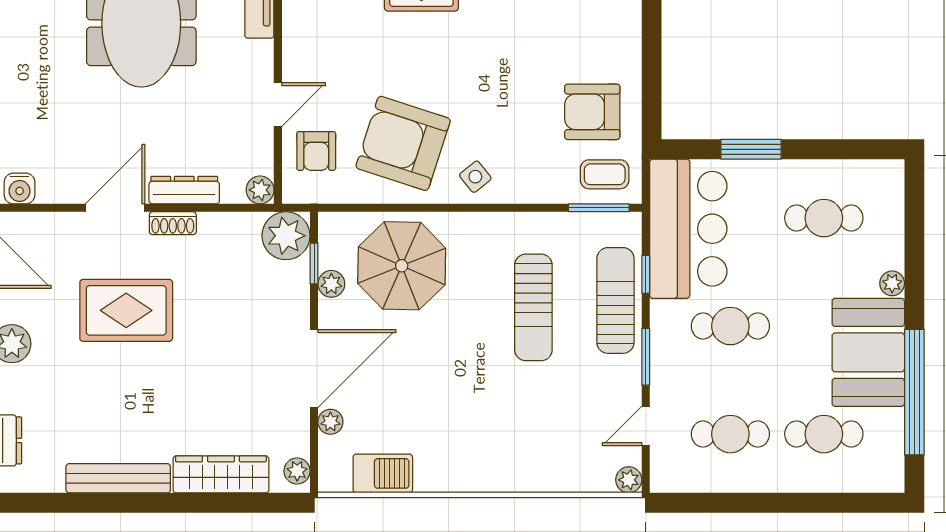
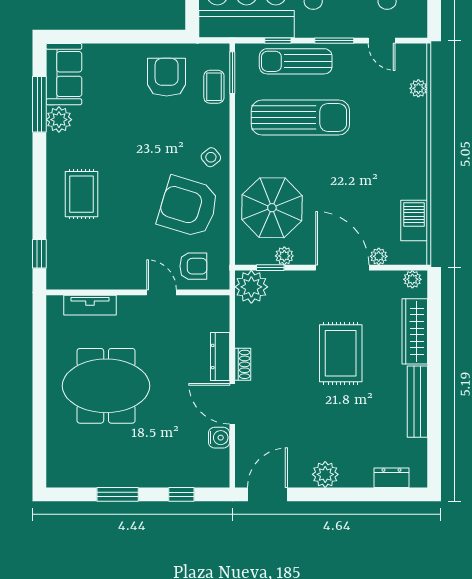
armchair: (592, 112) -> (167, 77), turned 180
armchair: (403, 143) -> (188, 207), turned 89
coffee table: (605, 174) -> (214, 87), moved
water cooler: (20, 188) -> (219, 438), moved
plant: (260, 190) -> (220, 305), removed
sun lounger: (533, 307) -> (300, 117), width x1.36, depth x1.34
rug: (126, 310) -> (341, 353), moved
plant: (629, 480) -> (418, 88), moved

